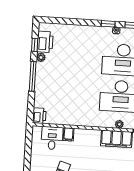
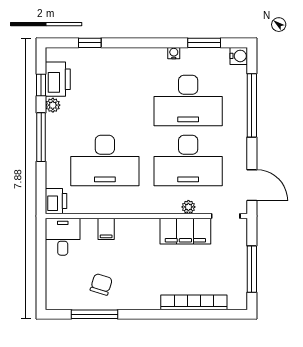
window: (108, 24) -> (90, 43), moved
desk: (70, 93) -> (105, 161), added
desk: (52, 138) -> (63, 237), moved

